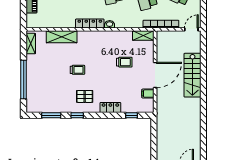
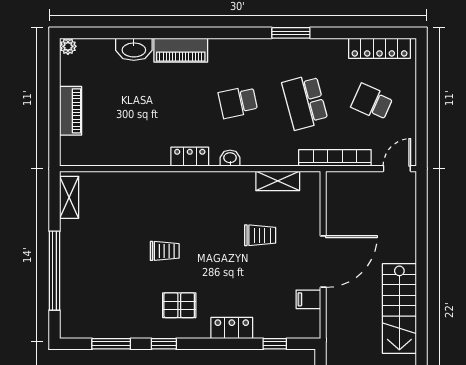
locker: (90, 24) -> (190, 157), width x0.66
shelving: (143, 35) -> (278, 181), moved
shelving: (62, 37) -> (132, 184), removed
stairs: (192, 75) -> (399, 309), moved

